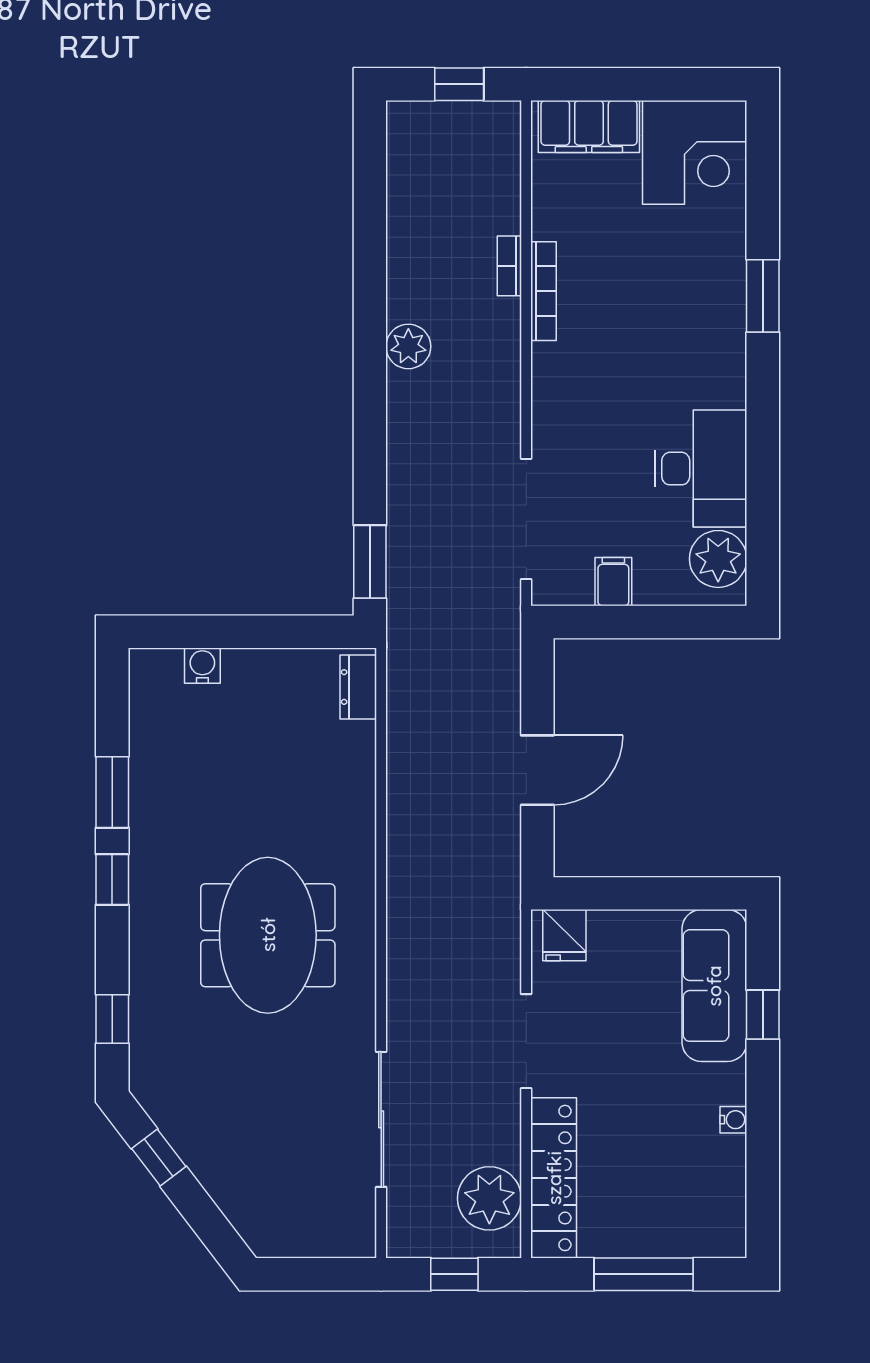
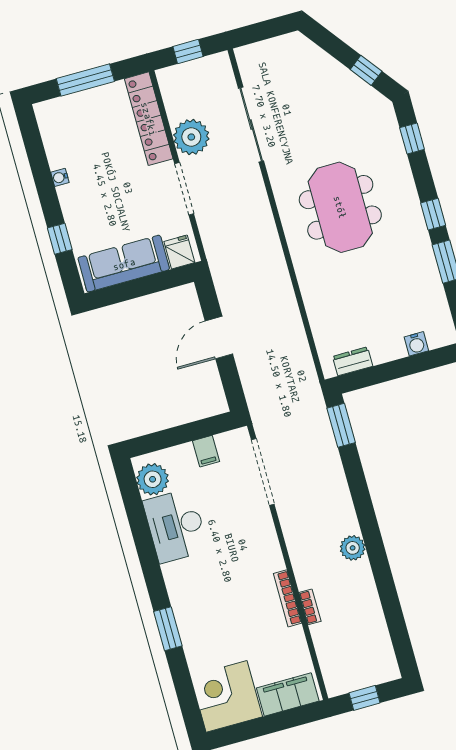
dresser: (358, 687) -> (353, 361), moved, turned -90
sofa: (714, 986) -> (124, 264), moved, turned -90
plant: (489, 1198) -> (191, 137), moved

